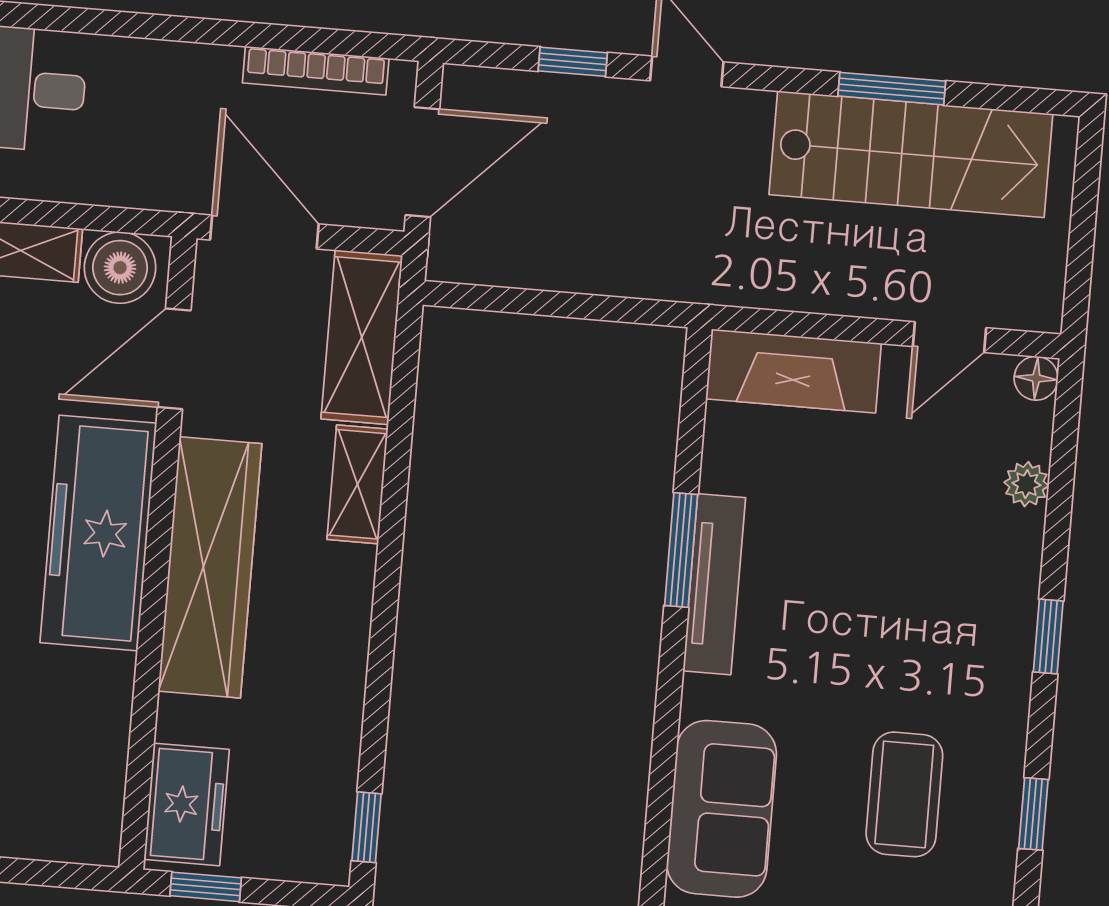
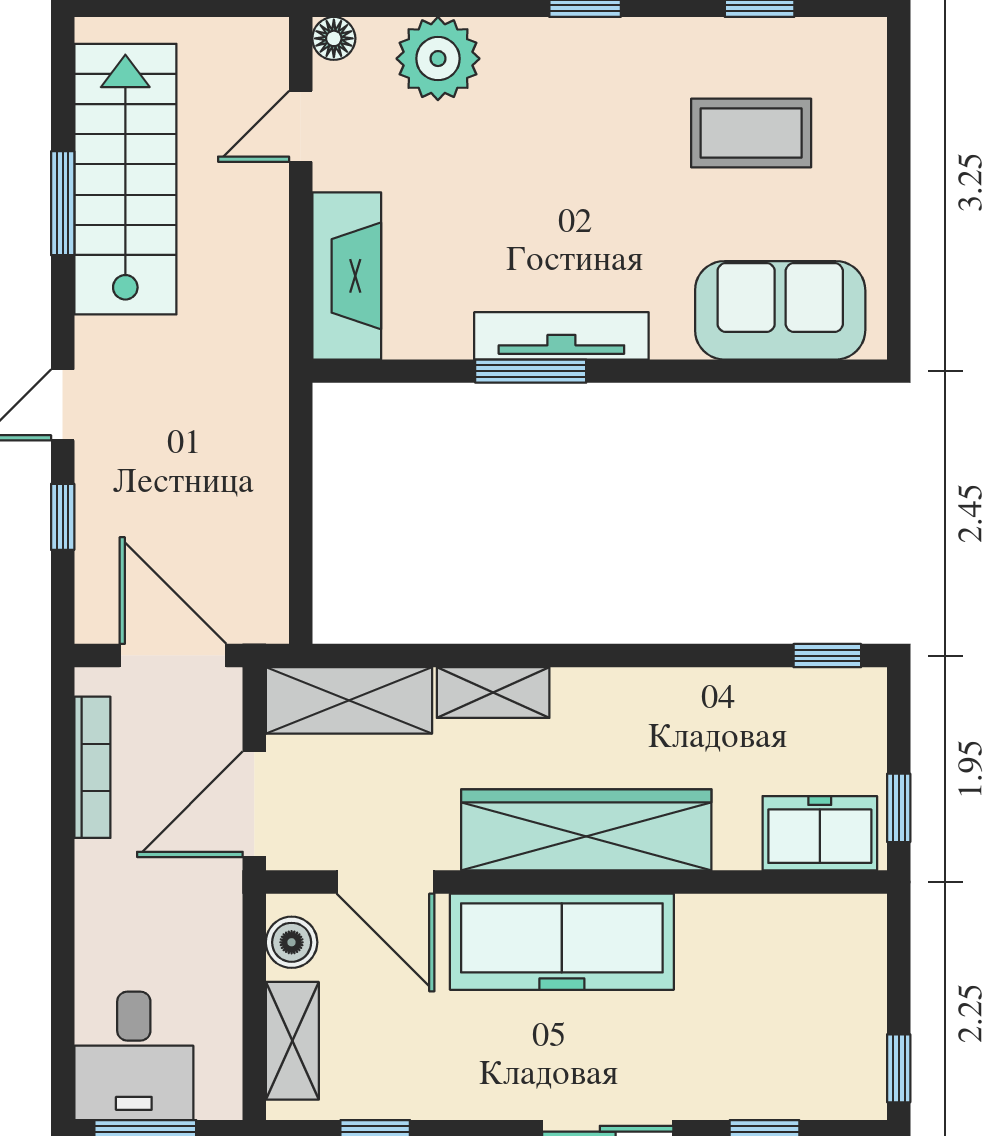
boiler: (120, 268) -> (292, 942), width x0.73, depth x0.73
door: (950, 337) -> (301, 126), swing flipped
plant: (1026, 484) -> (438, 59), width x1.88, depth x1.88

